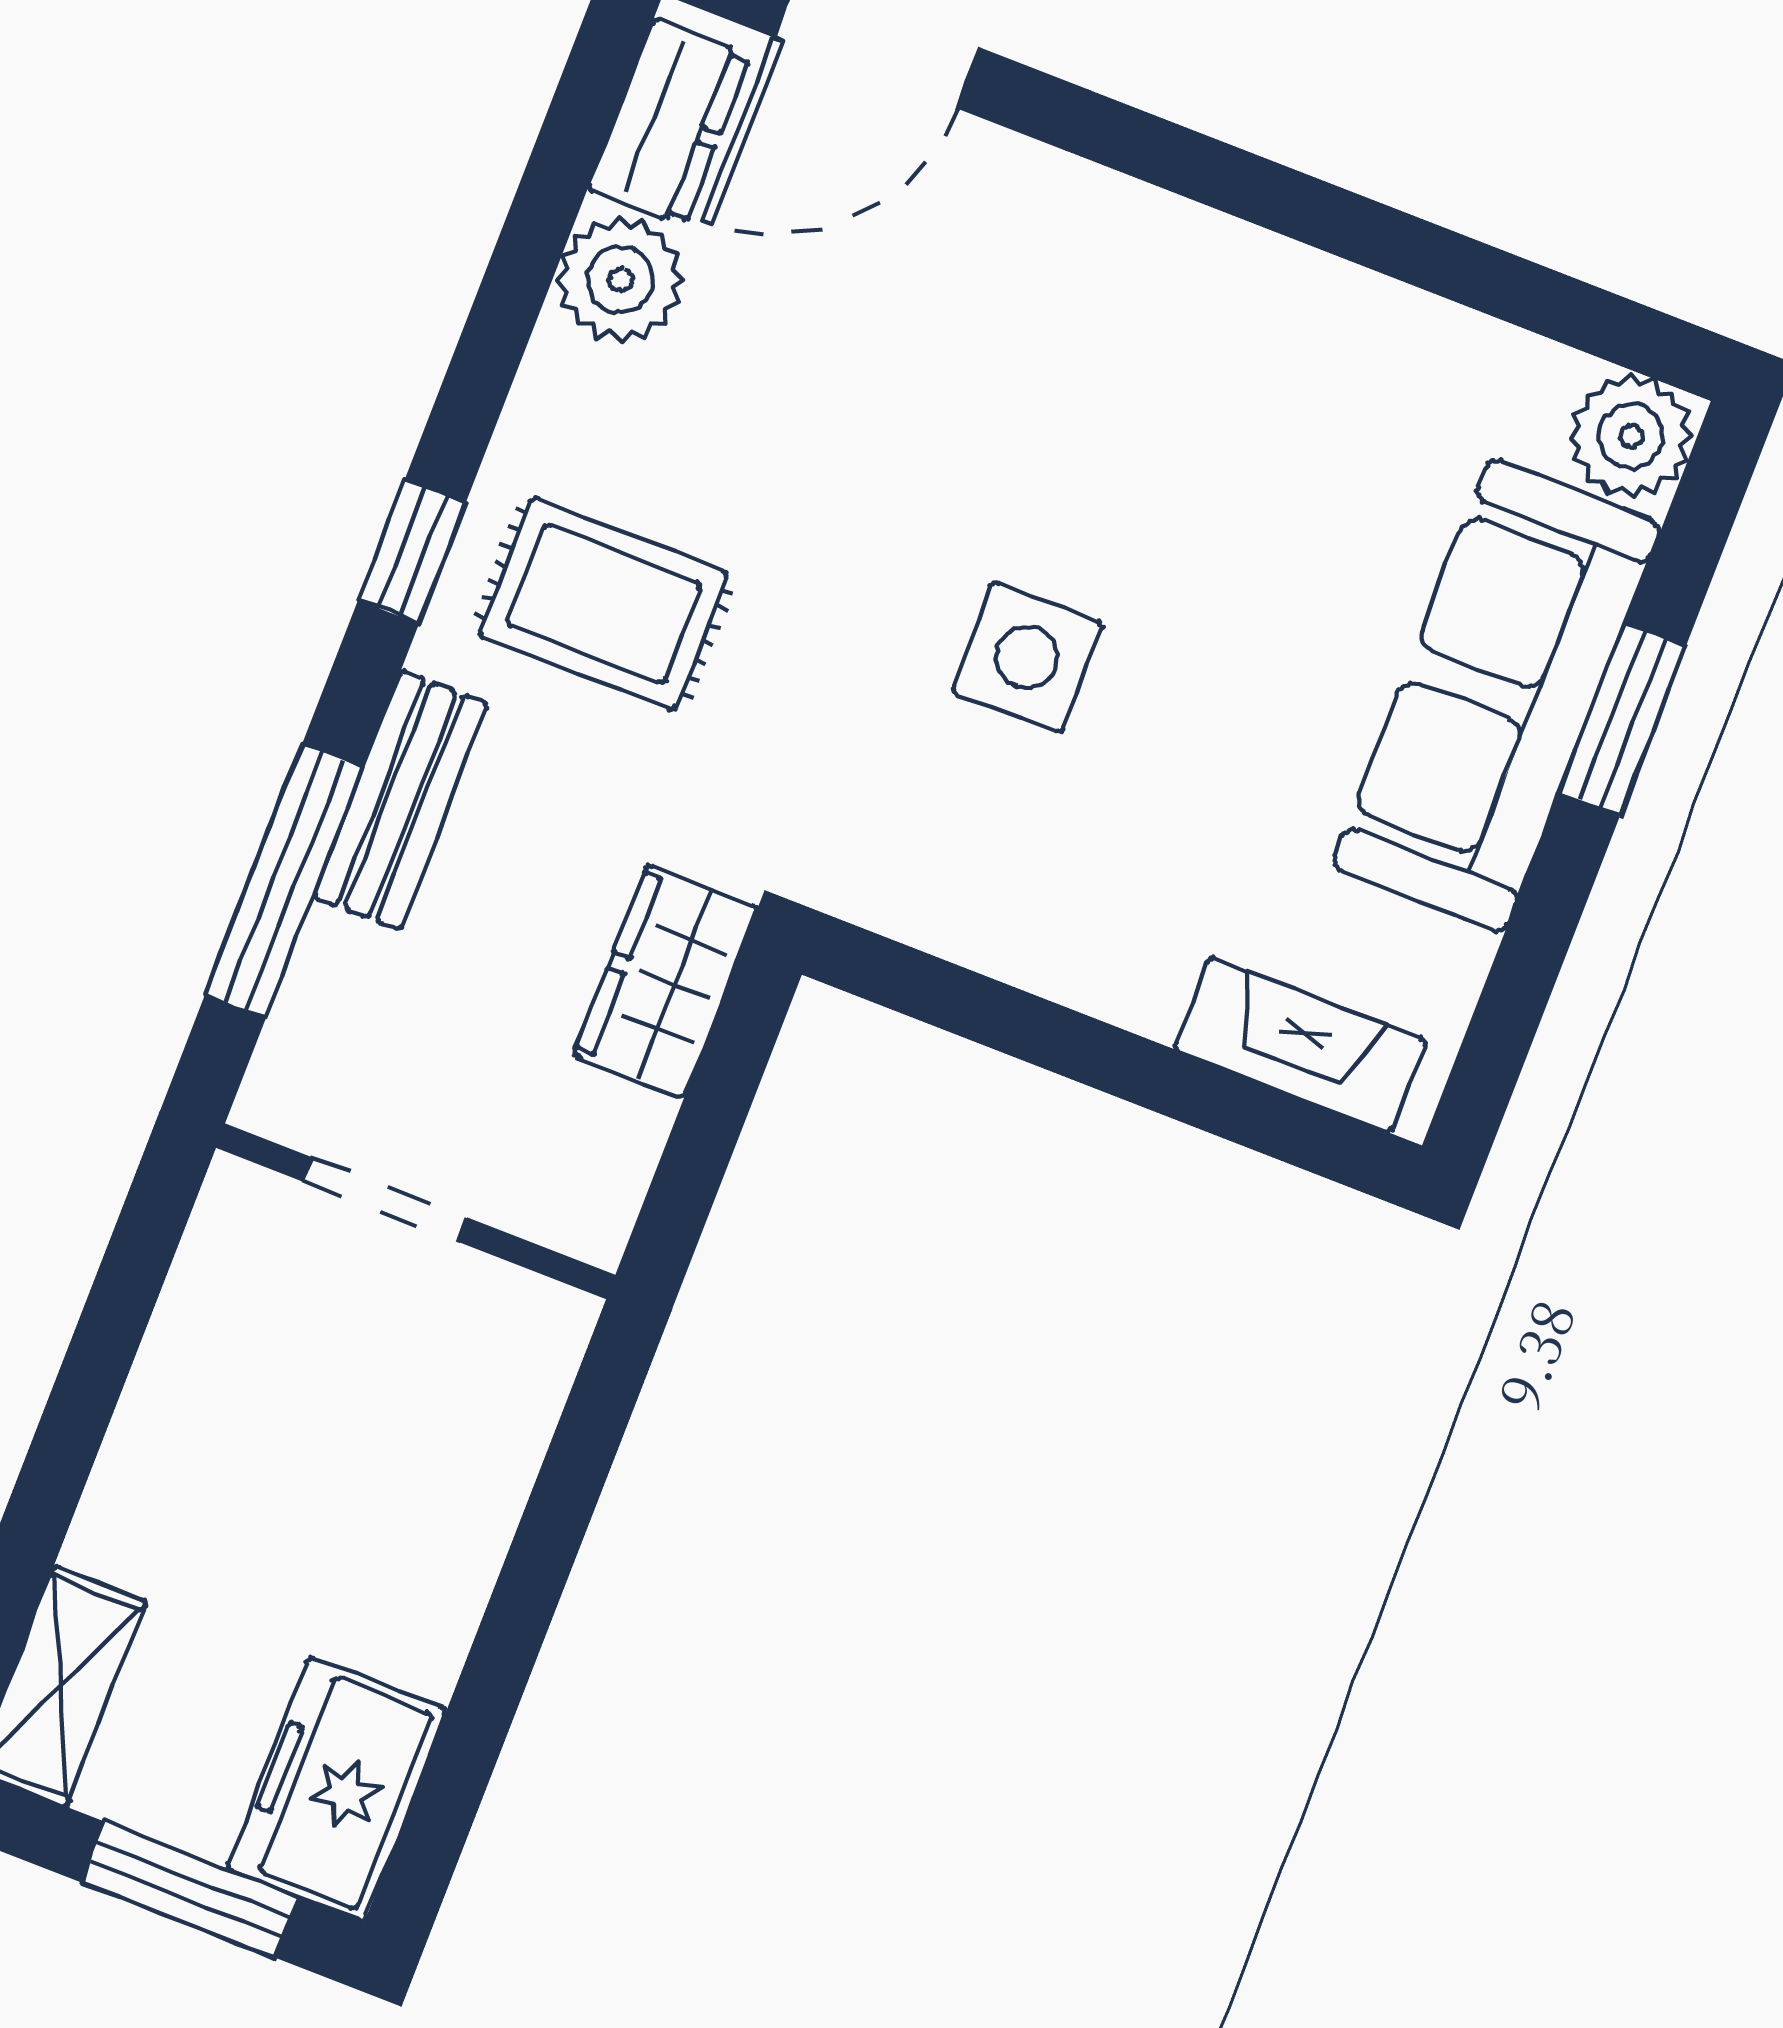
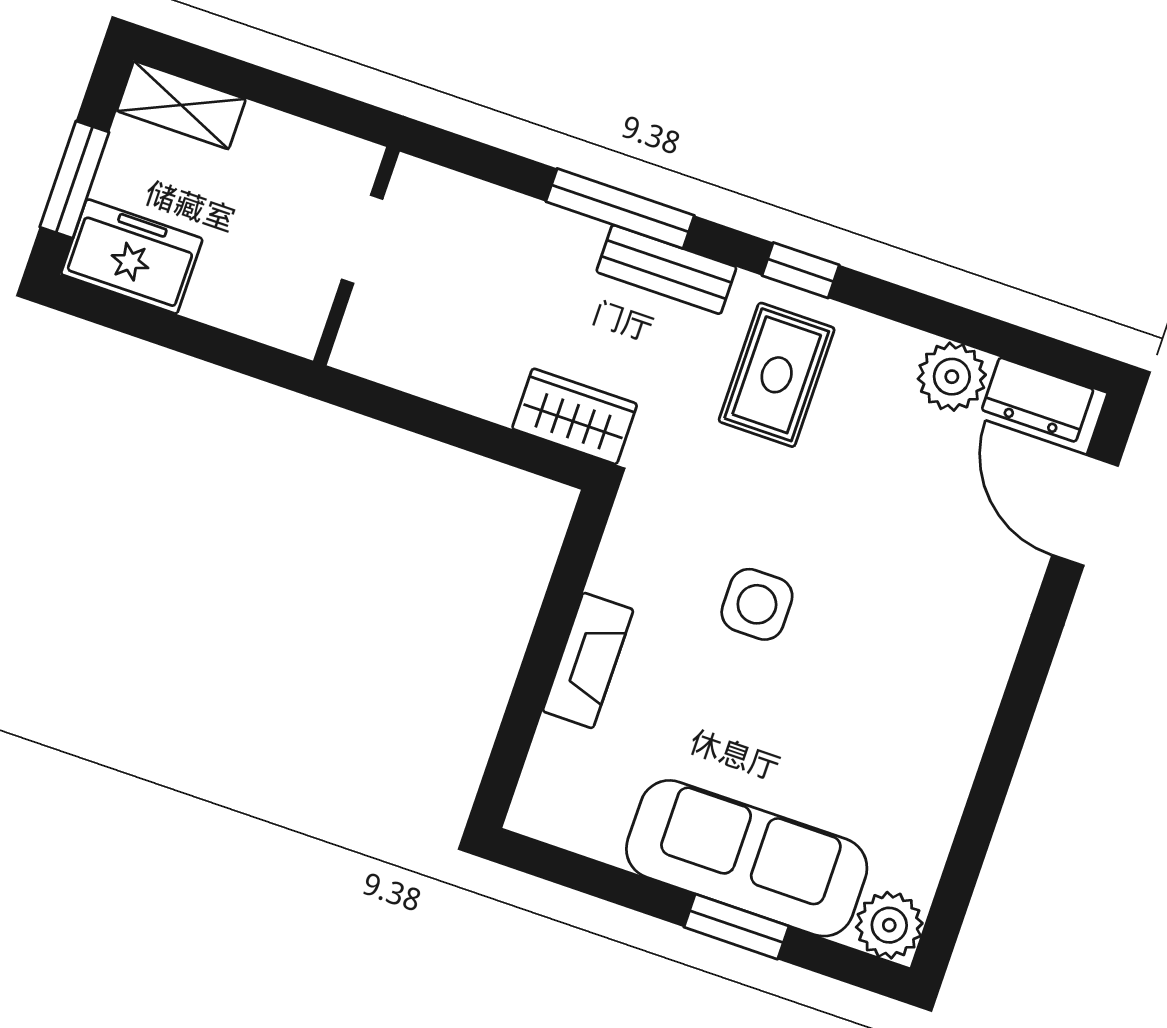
fireplace: (1300, 1045) -> (588, 660), moved
doorway: (385, 1199) -> (362, 239), moved
wall: (416, 1211) -> (356, 256), moved

